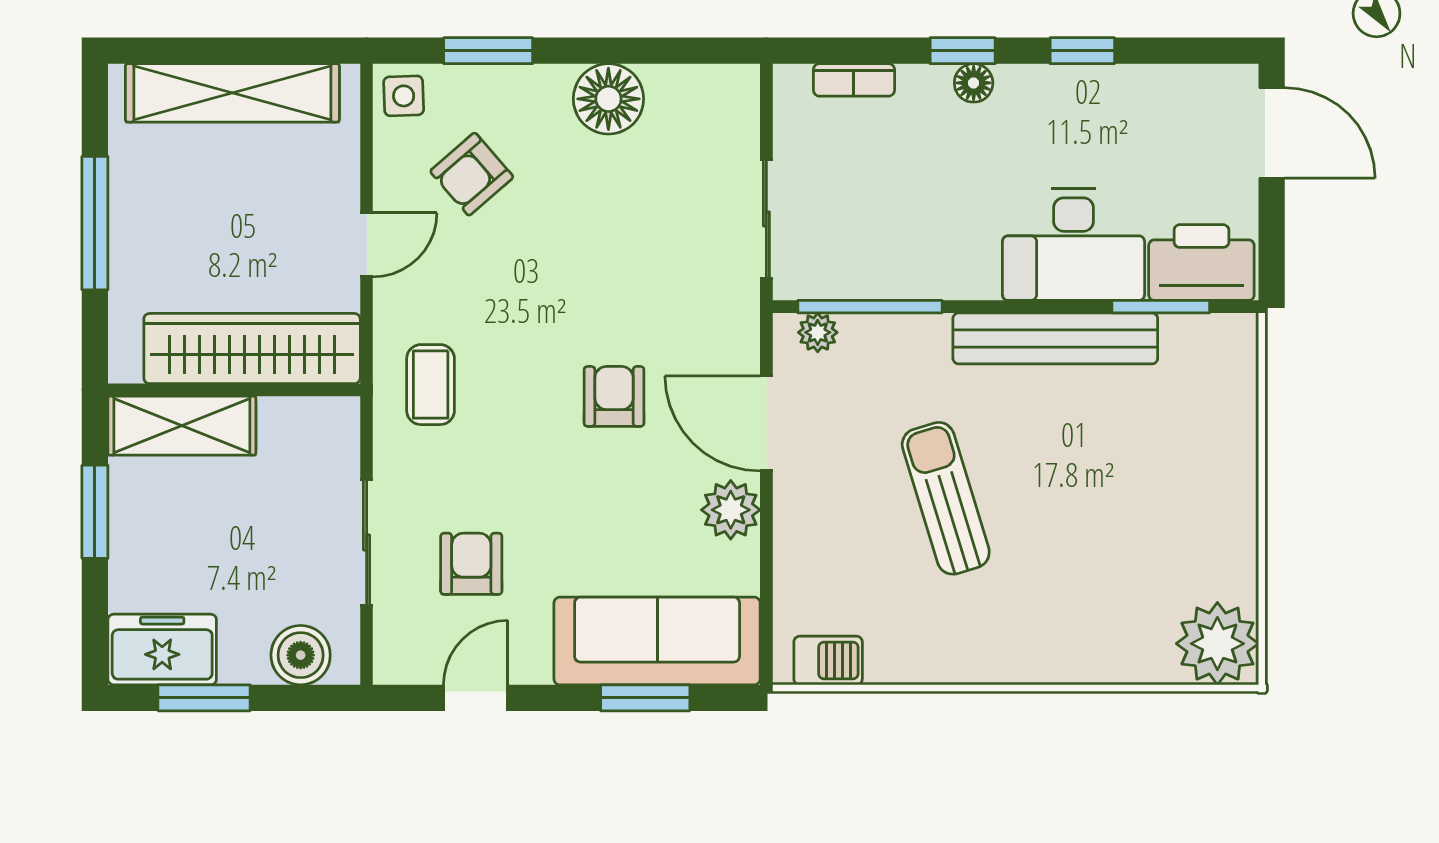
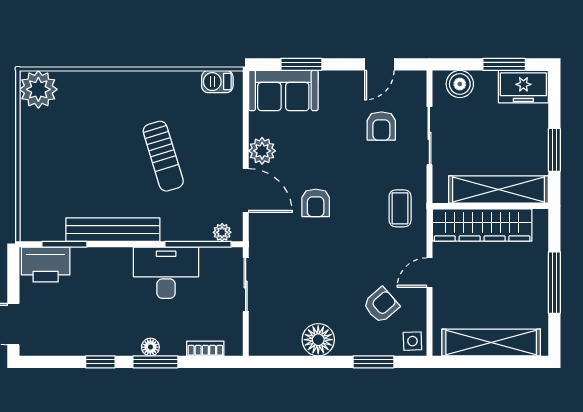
window: (963, 51) -> (155, 362), width x1.50
desk: (1074, 245) -> (166, 273), moved
shelving: (182, 426) -> (499, 190), width x1.47
sofa: (657, 641) -> (283, 91), width x0.73

